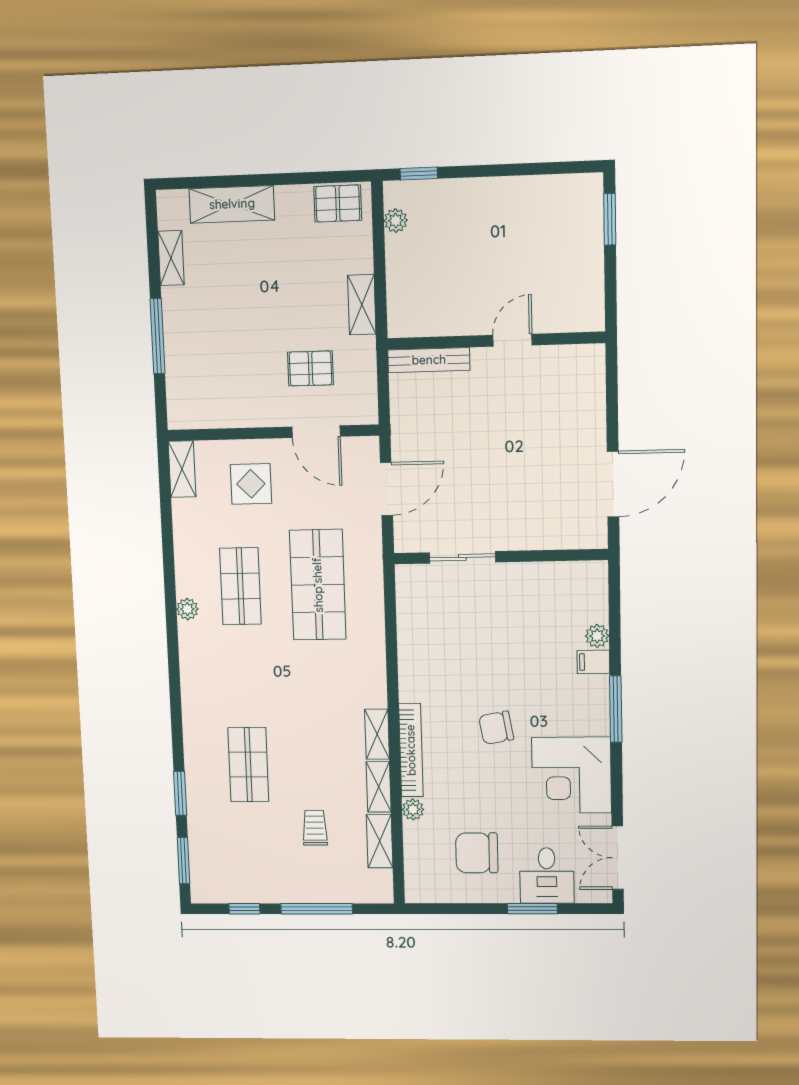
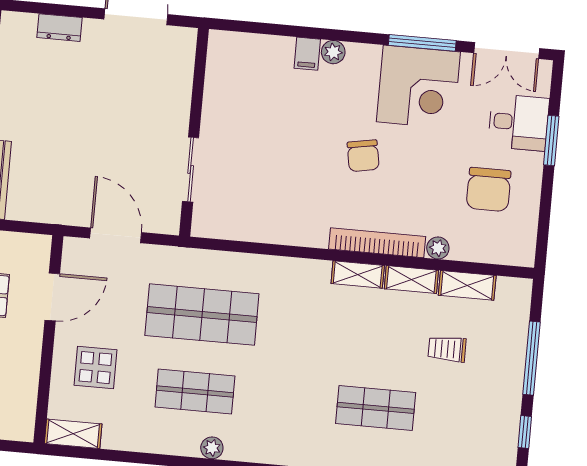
dresser: (594, 406) -> (59, 28), added
plant: (597, 636) -> (333, 52), moved
window: (616, 709) -> (422, 43), moved

